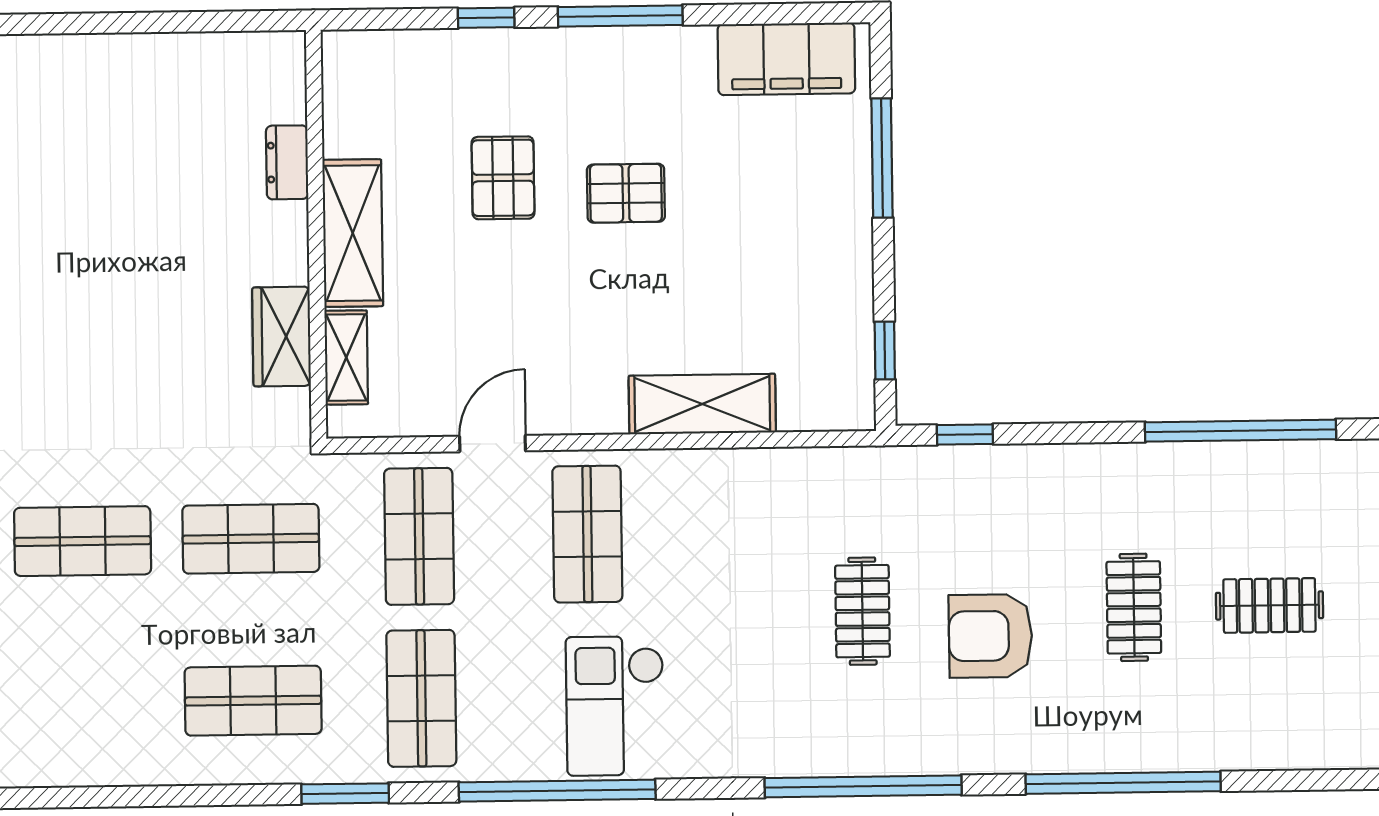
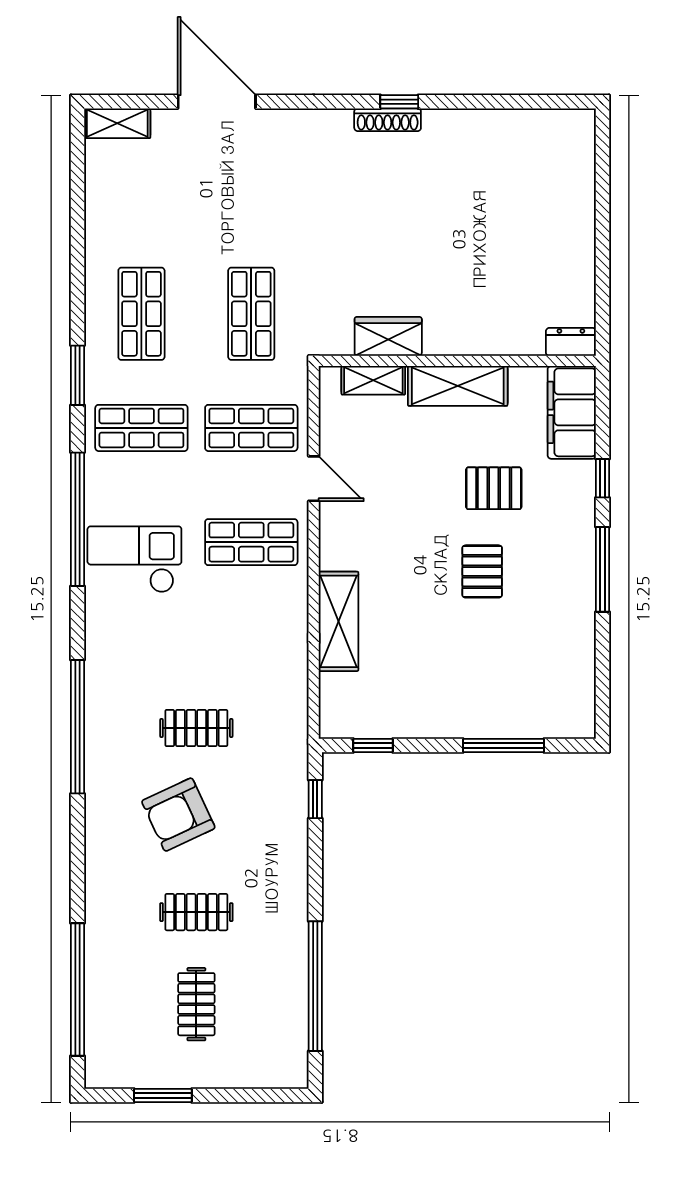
filing cabinet: (786, 59) -> (572, 412), moved
dresser: (287, 162) -> (571, 342), moved
shop shelf: (83, 541) -> (251, 200), removed
armchair: (990, 636) -> (178, 815), turned -115
window: (1123, 783) -> (78, 989), moved

